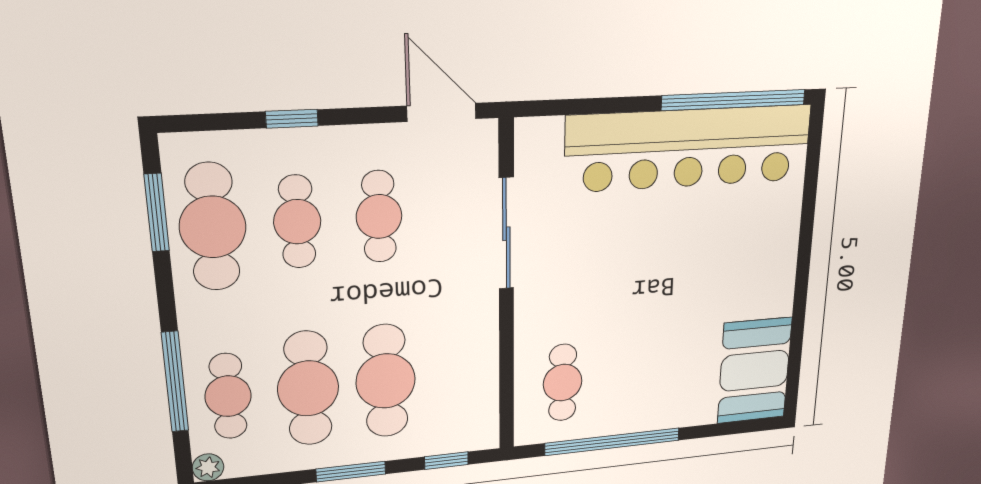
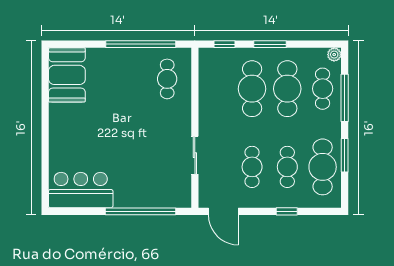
window: (734, 100) -> (141, 211), moved
bar counter: (689, 148) -> (81, 190), width x0.54
window: (157, 213) -> (345, 155), moved
sliding door: (506, 234) -> (195, 155), width x0.73

